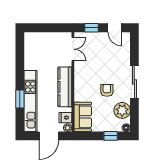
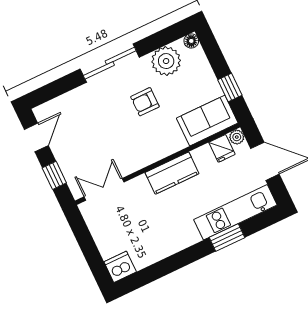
dishwasher: (31, 39) -> (120, 267), added
kitchen counter: (65, 87) -> (172, 173), width x0.67
kitchen unit: (30, 101) -> (235, 212), width x0.73
window: (111, 136) -> (230, 88), moved

